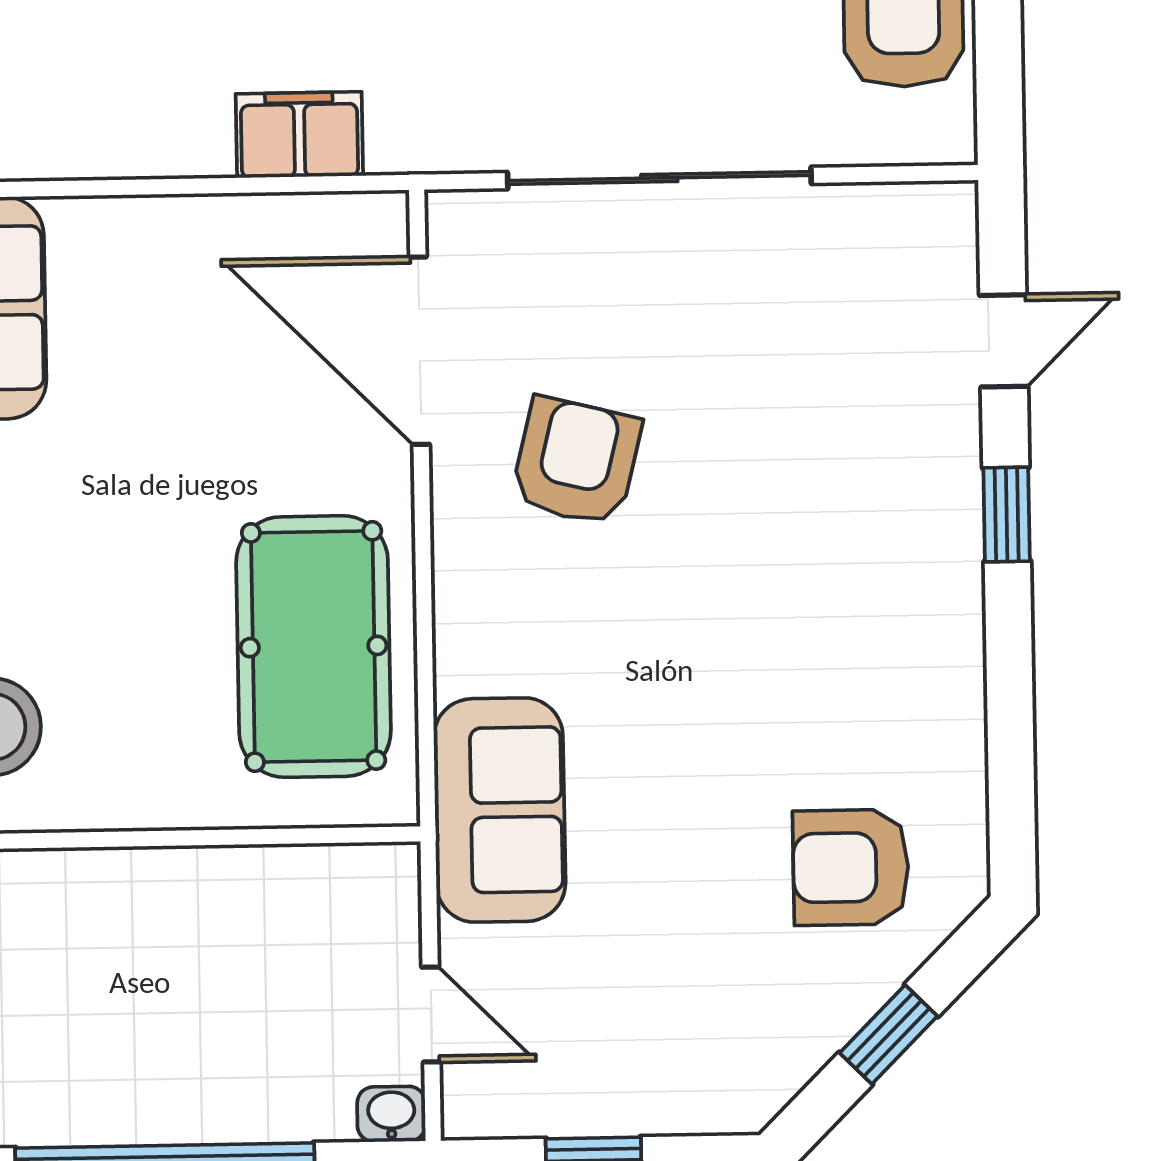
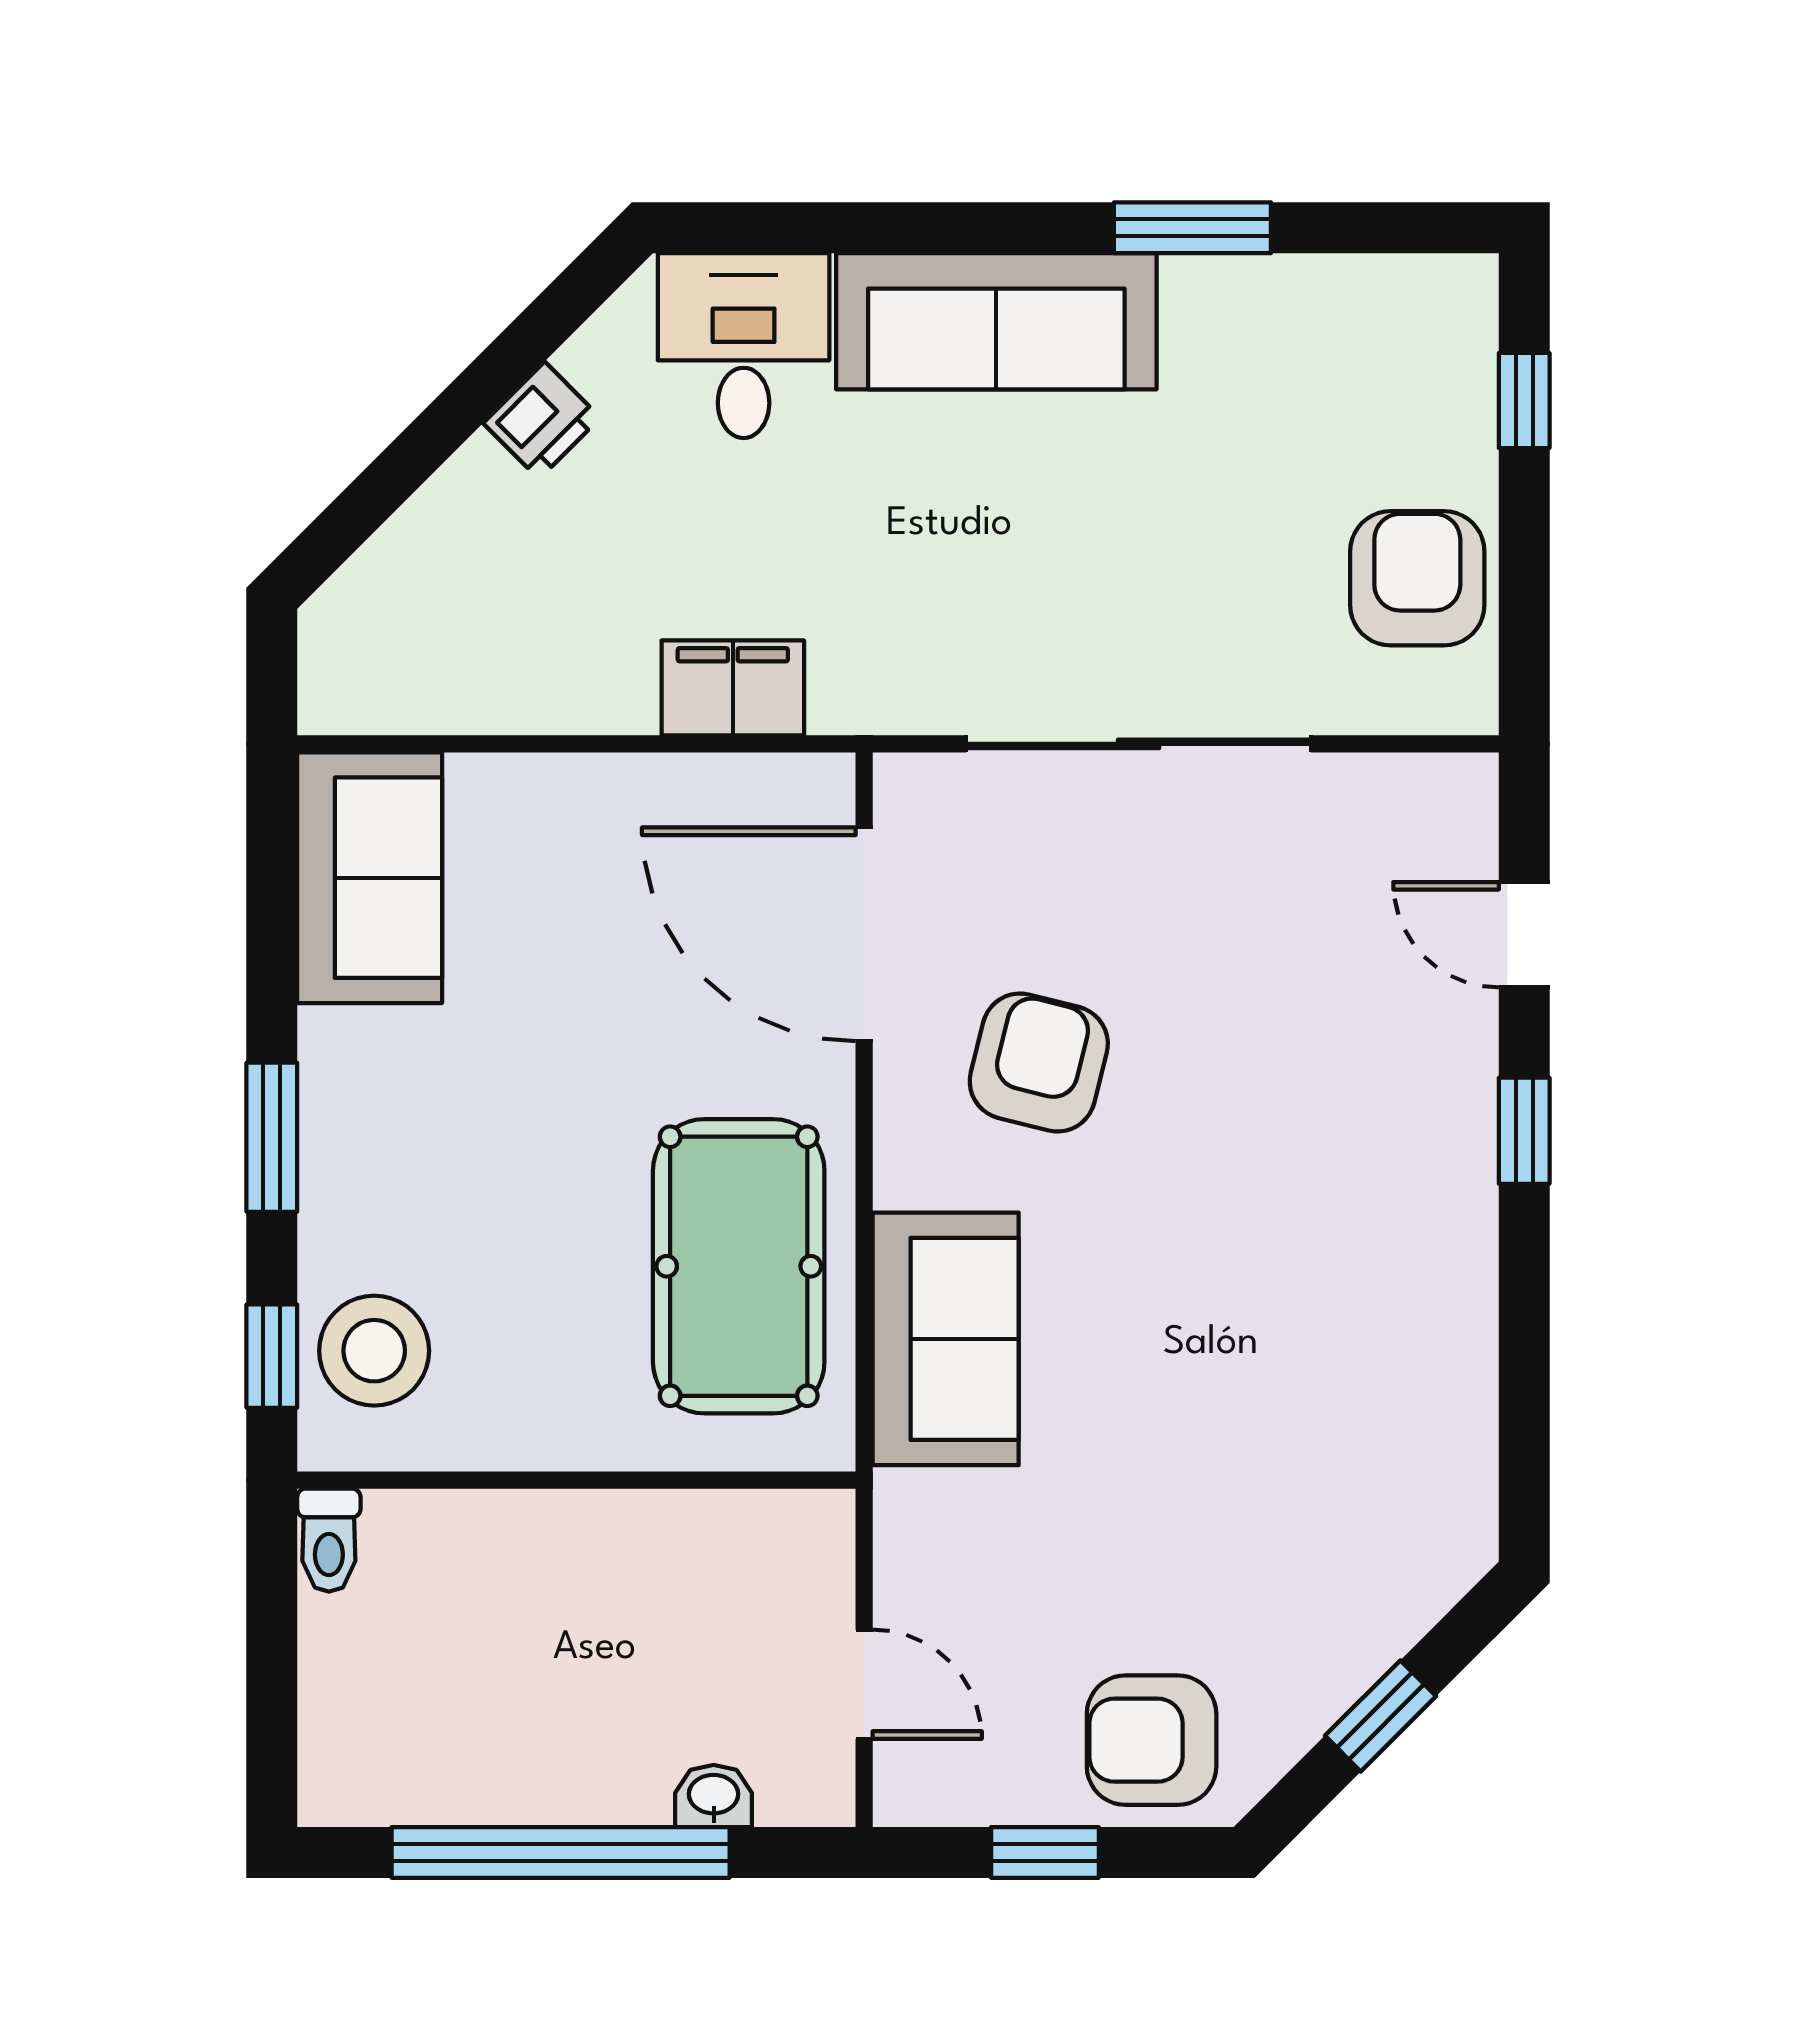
door: (1004, 341) -> (1524, 935), swing flipped
sofa: (500, 810) -> (946, 1339), moved
armchair: (851, 867) -> (1152, 1740), moved
washbasin: (391, 1114) -> (714, 1796), moved

